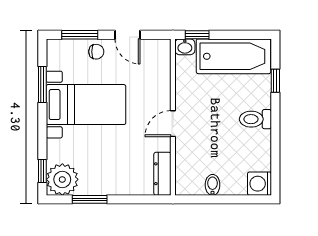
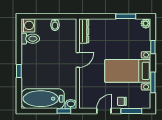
door: (127, 35) -> (104, 111), hinge flipped
window: (275, 81) -> (19, 71), moved
toilet: (255, 119) -> (30, 39), moved
window: (42, 171) -> (153, 47), moved
plant: (62, 179) -> (146, 23), width x0.53, depth x0.53

